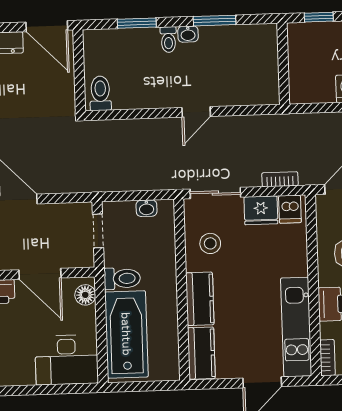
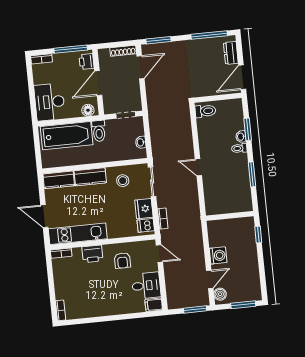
washbasin: (188, 34) -> (241, 137), moved

